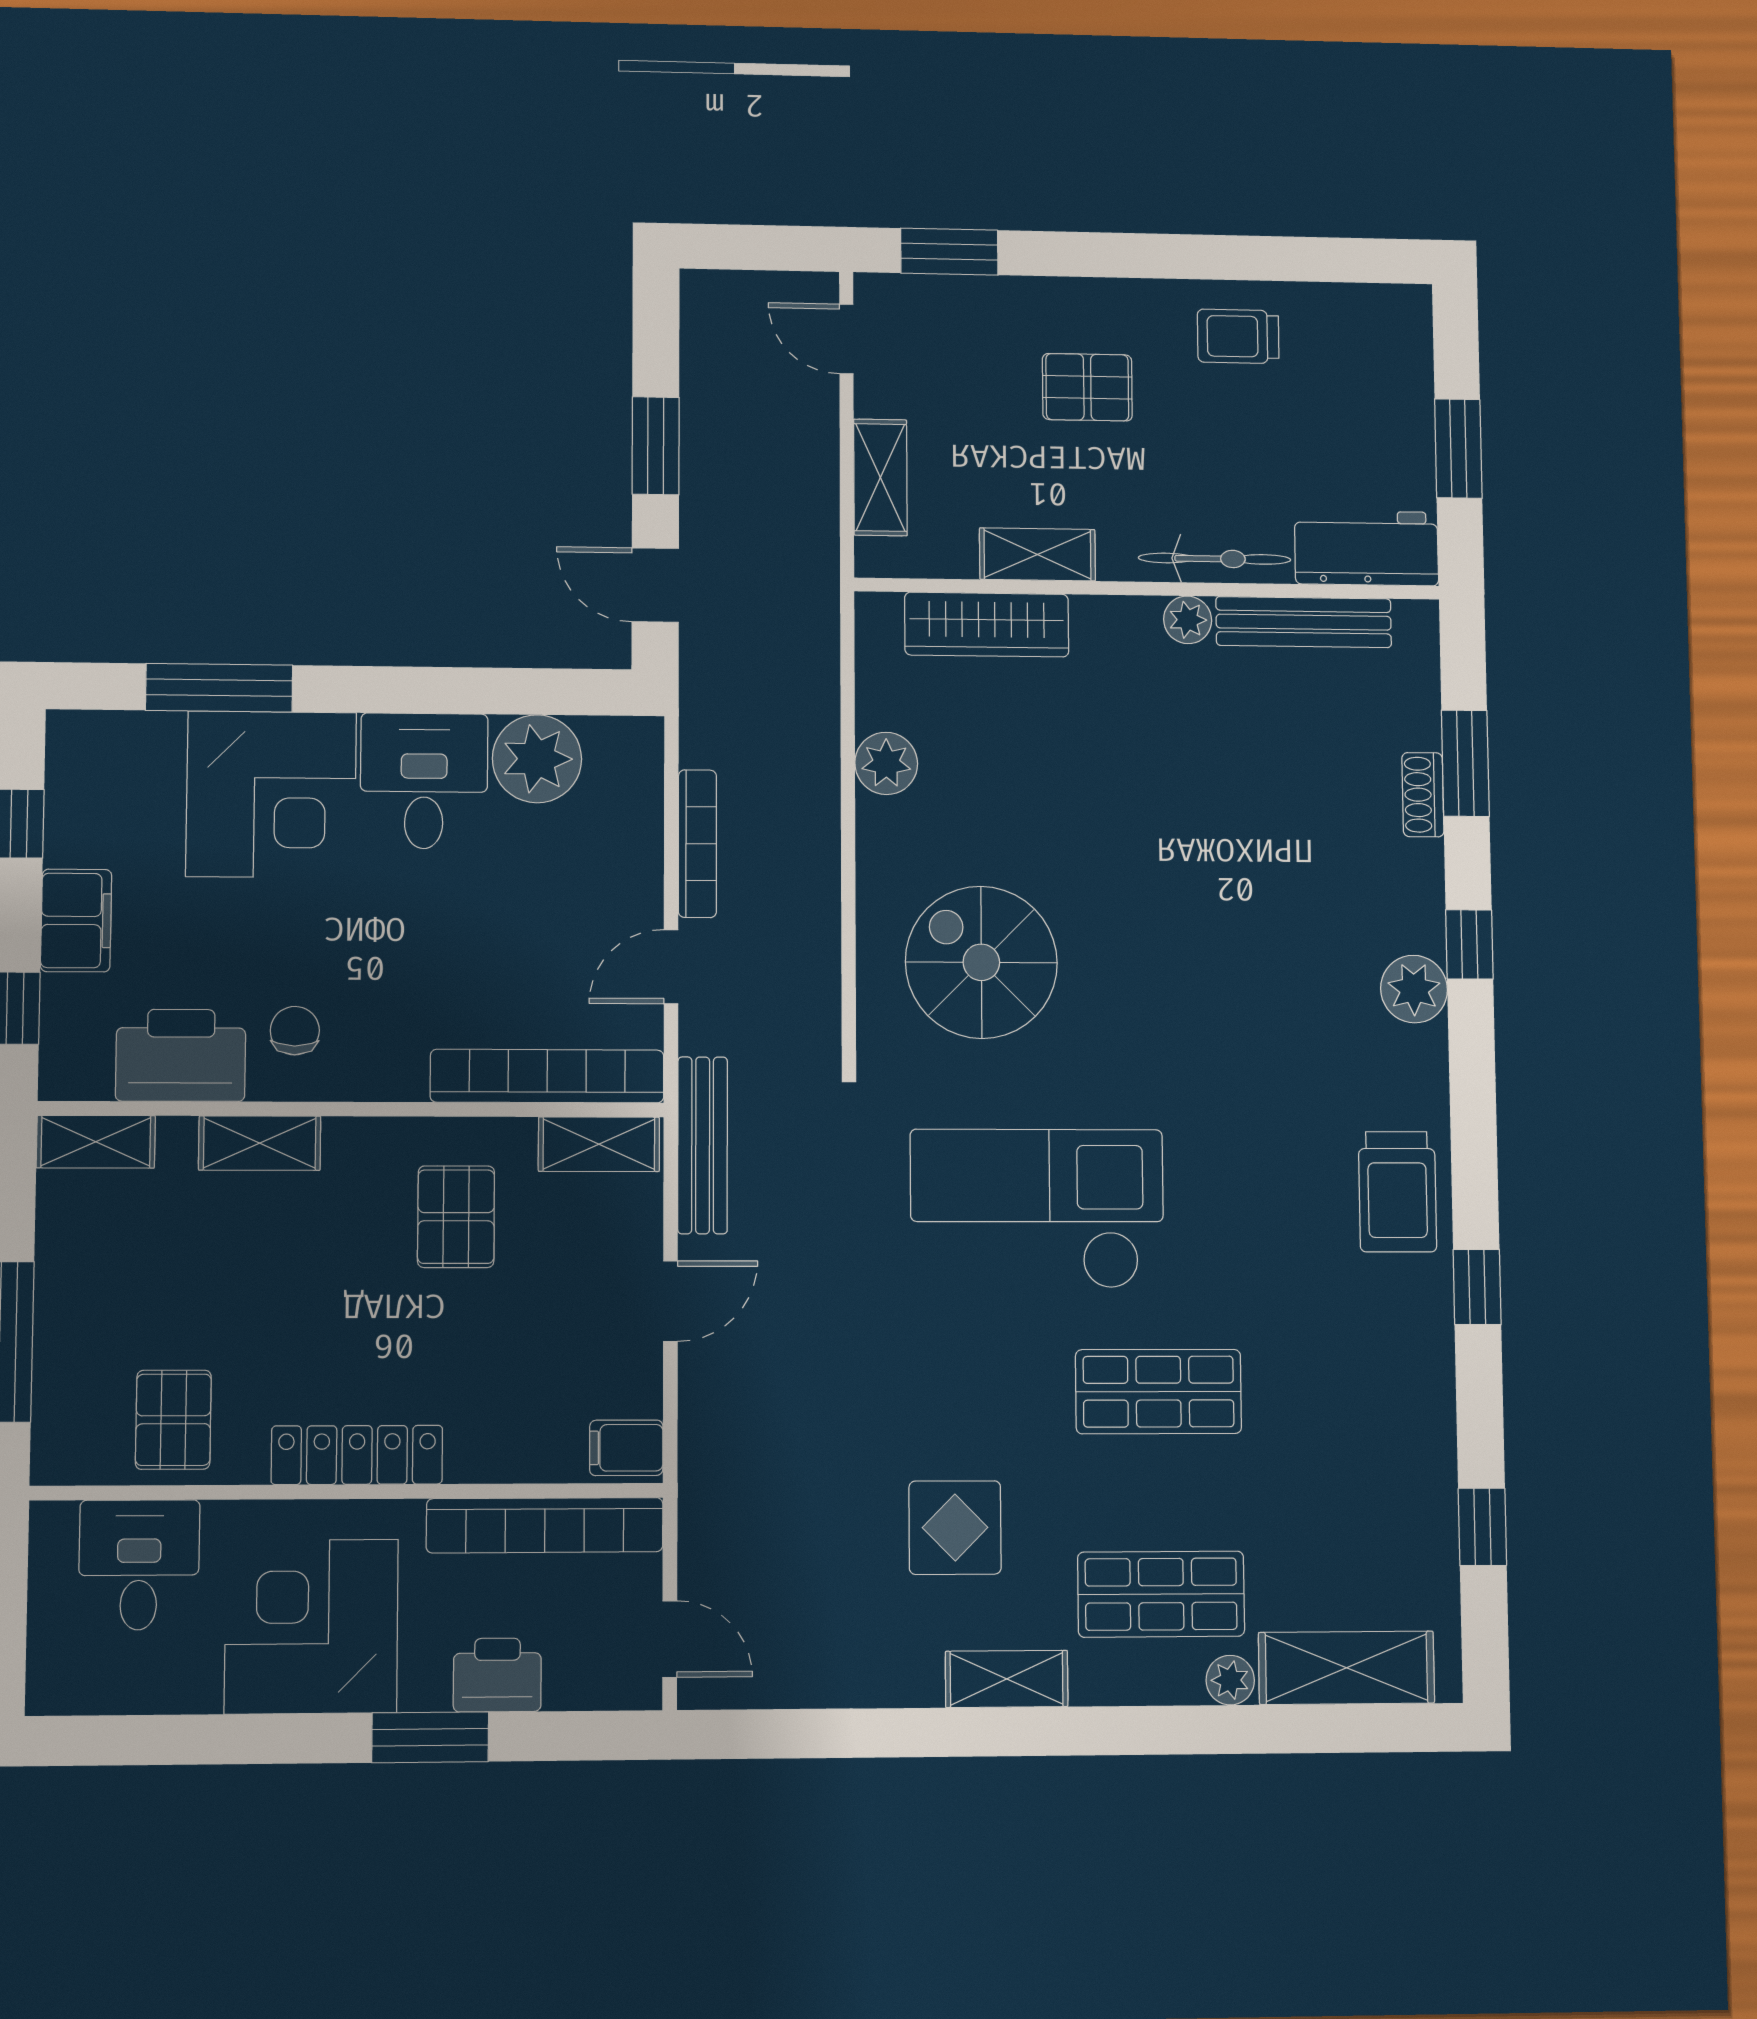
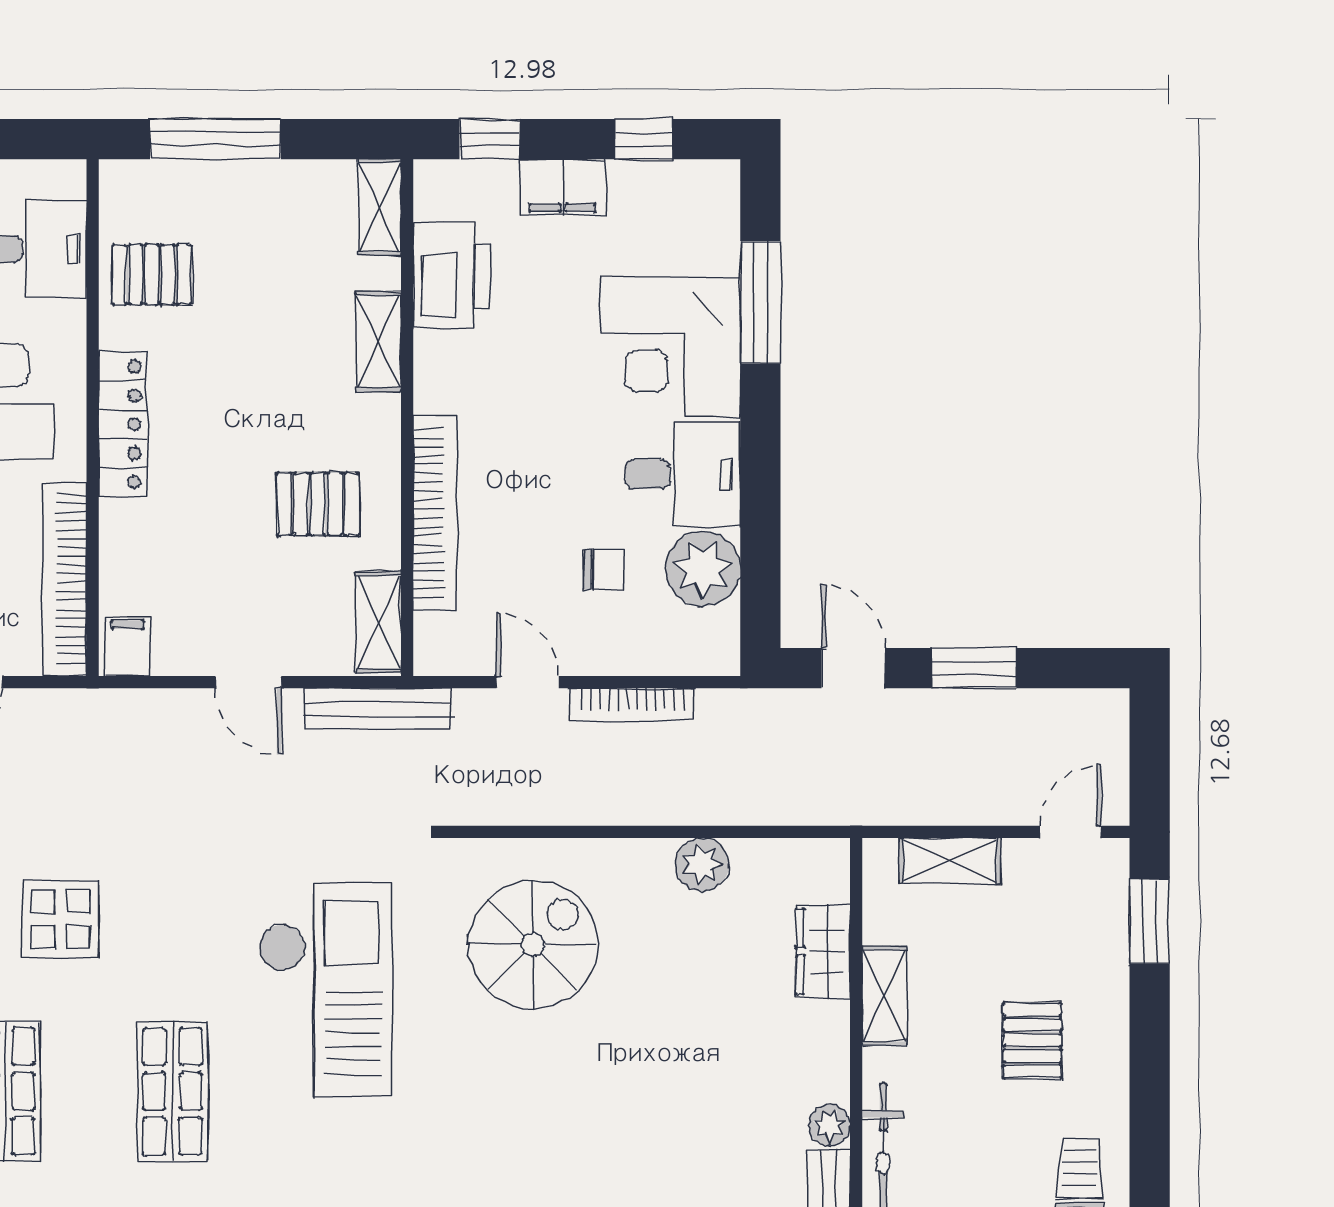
door: (655, 585) -> (853, 668), hinge flipped
wardrobe: (987, 625) -> (823, 951), width x0.67
chair: (295, 1031) -> (604, 569), moved
bookcase: (547, 1076) -> (435, 513), moved

